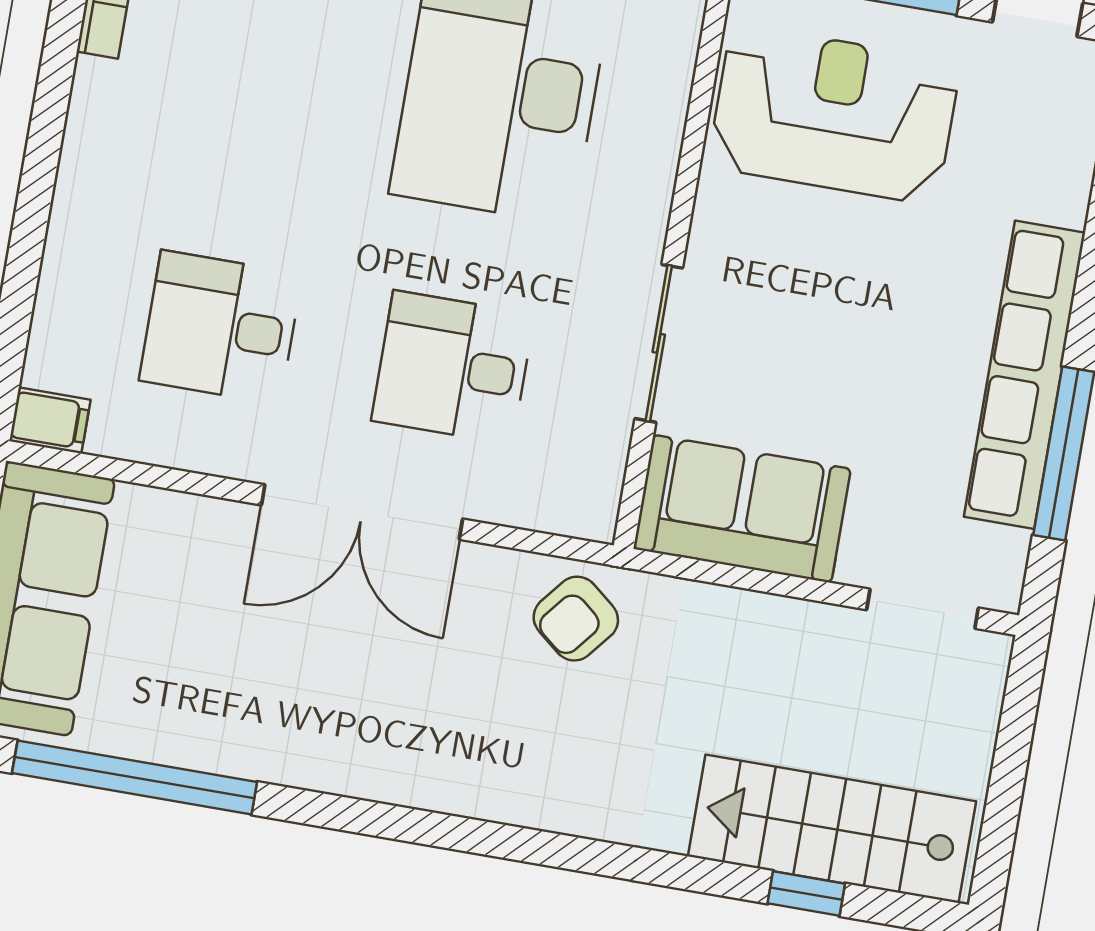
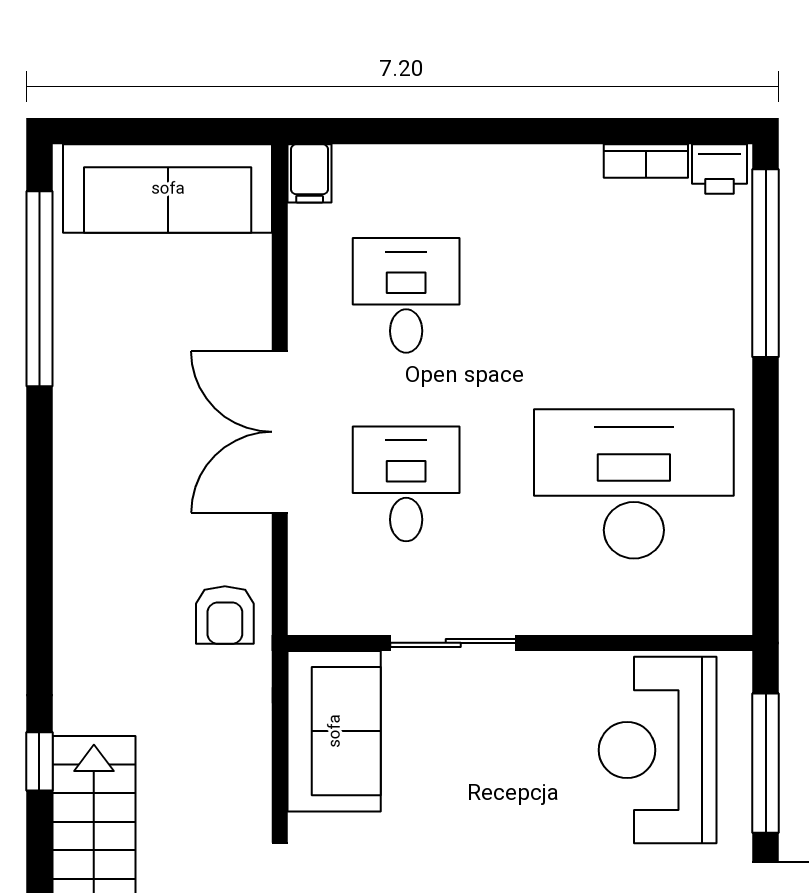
reception desk: (834, 114) -> (658, 750), turned 180
armchair: (576, 619) -> (225, 615), turned -129
window: (806, 893) -> (39, 761), moved

